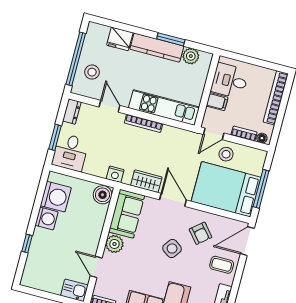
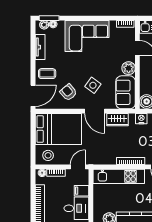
stool: (226, 154) -> (48, 155), moved
window: (261, 189) -> (33, 136), removed
side table: (172, 248) -> (93, 85), moved

